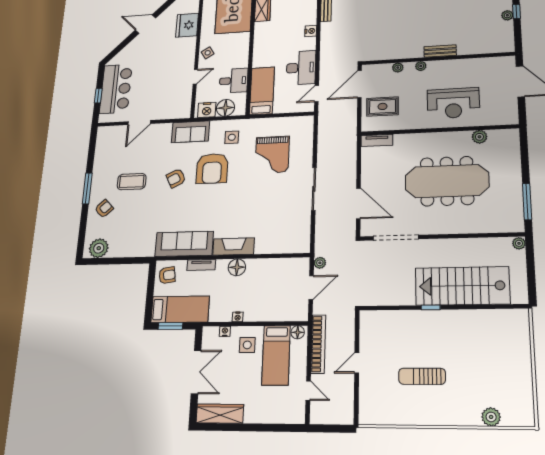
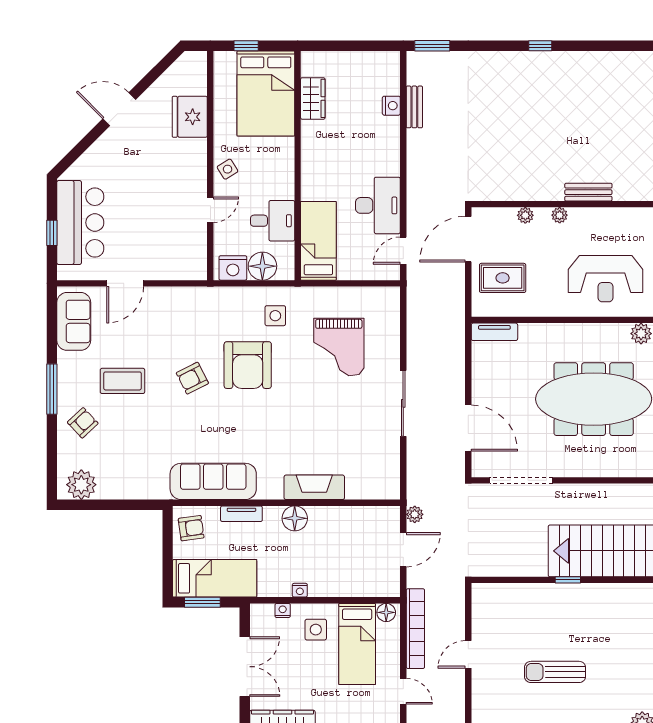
nightstand: (311, 31) -> (391, 106), moved
sofa: (191, 132) -> (74, 321), moved, turned -90
fireplace: (234, 247) -> (314, 487), moved

